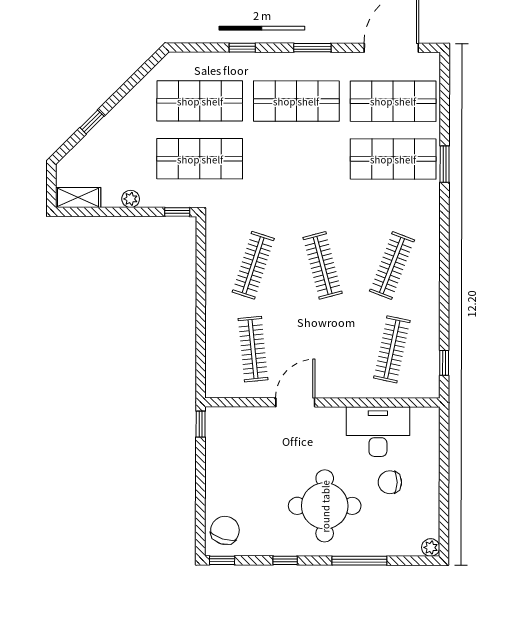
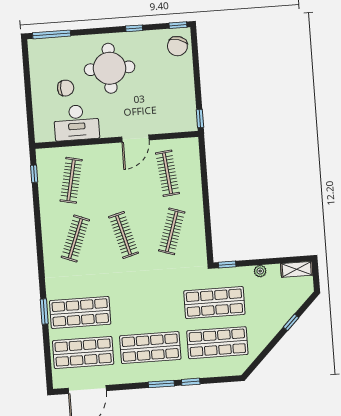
window: (312, 48) -> (161, 384), moved
plant: (431, 547) -> (34, 45), removed
window: (359, 561) -> (52, 34), moved

